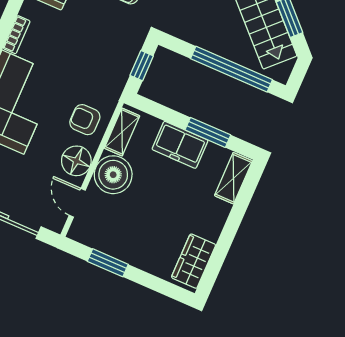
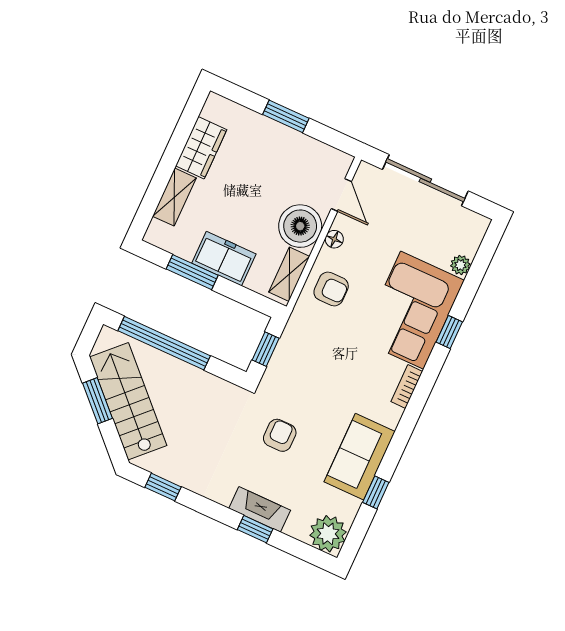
floor lamp: (76, 161) -> (334, 239), width x0.53, depth x0.53
shelving: (233, 178) -> (174, 197), moved
wardrobe: (194, 261) -> (201, 148), moved
window: (108, 263) -> (286, 116), moved

